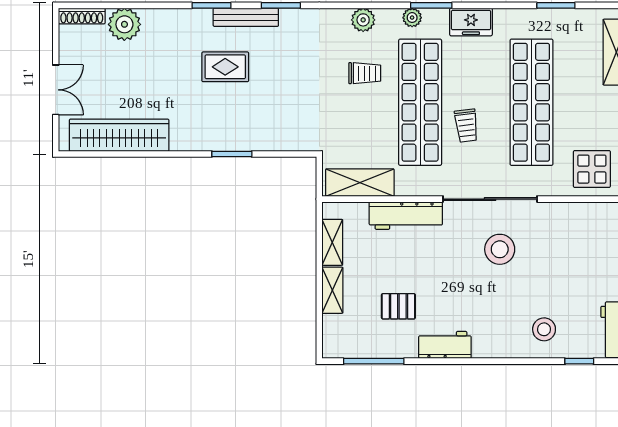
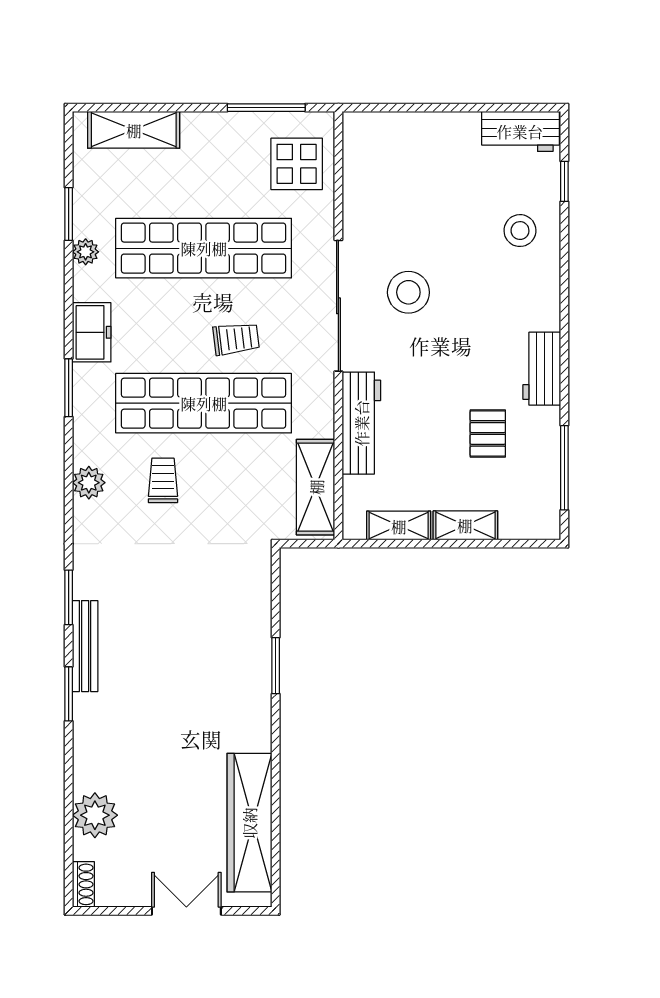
shoe rack: (82, 16) -> (83, 884), width x0.70
plant: (412, 18) -> (86, 252), moved
rug: (225, 67) -> (154, 675), removed

